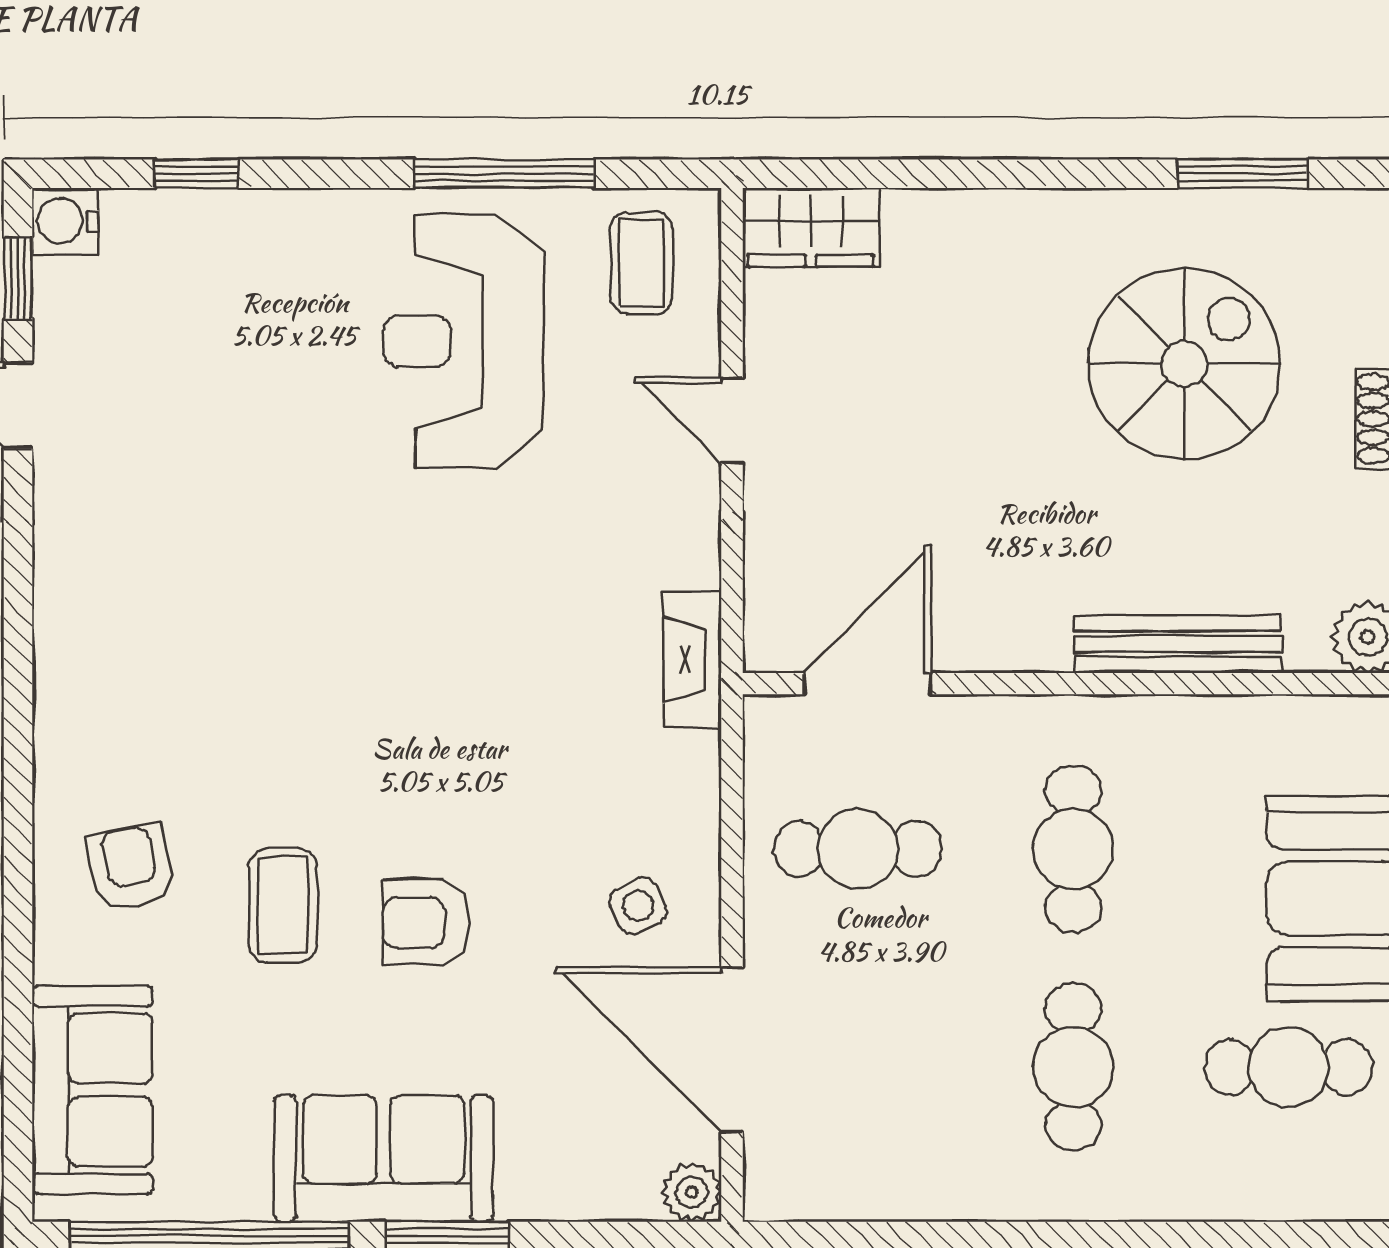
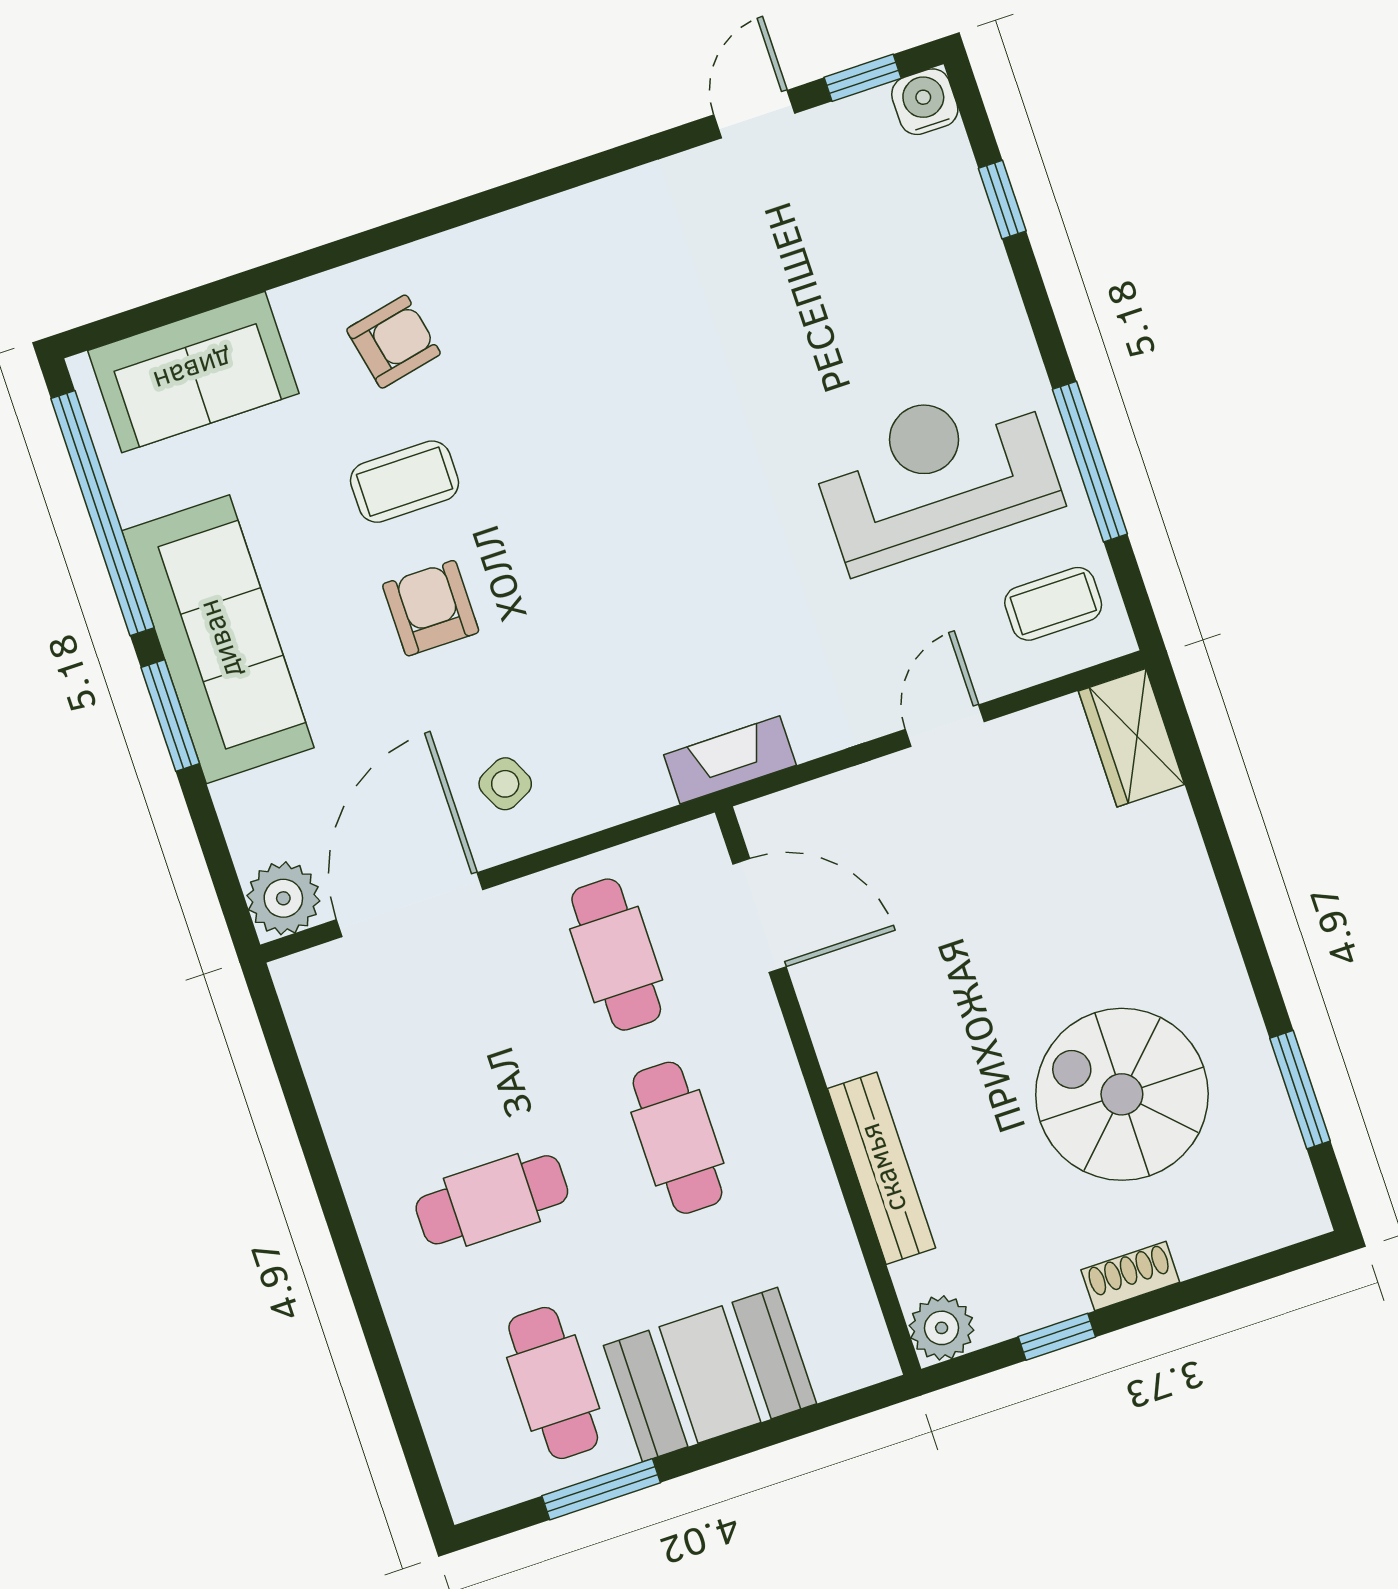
spiral stairs: (1184, 364) -> (1122, 1094), turned 180
cafe table: (1073, 849) -> (677, 1138), turned 90
sofa: (384, 1159) -> (218, 639), width x1.36
plant: (692, 1192) -> (283, 898), width x1.38, depth x1.38

